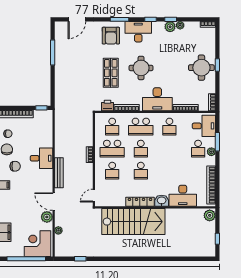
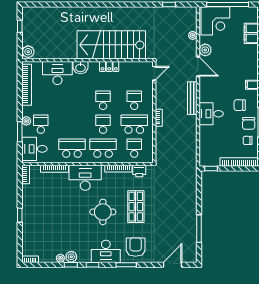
round table: (201, 68) -> (37, 212), removed
school desk: (169, 127) -> (72, 148), width x1.85
locker: (140, 202) -> (109, 66), width x0.66

